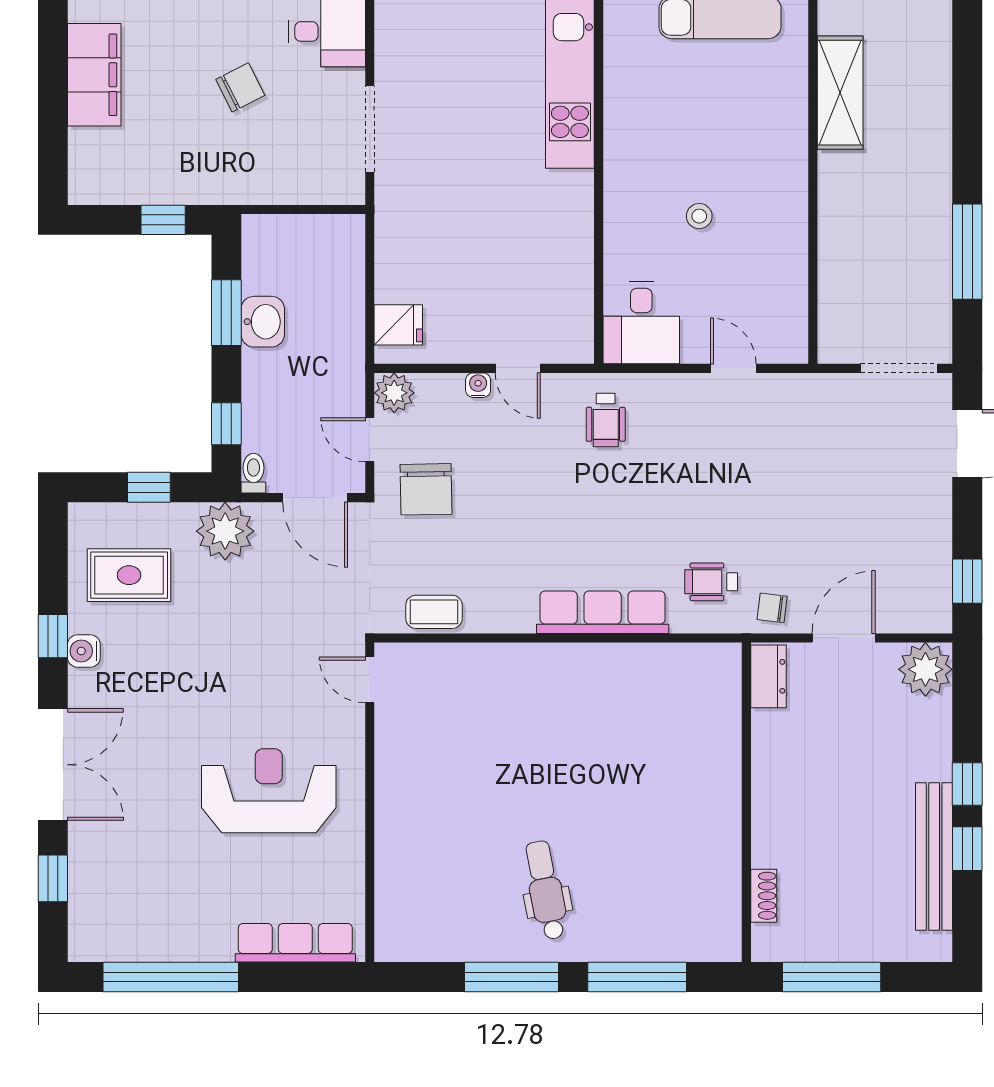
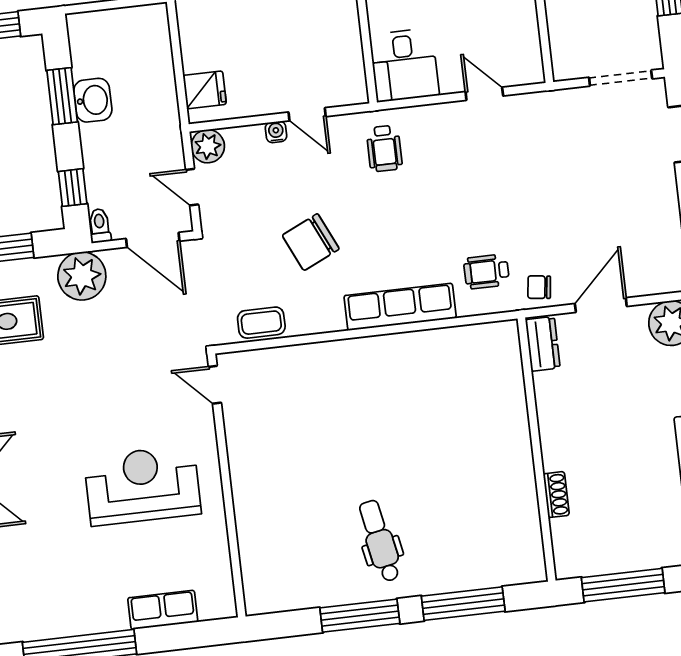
chair: (426, 489) -> (311, 242), moved, turned 66
shoe rack: (764, 896) -> (556, 495), moved
row of seats: (295, 943) -> (163, 610), width x0.68

